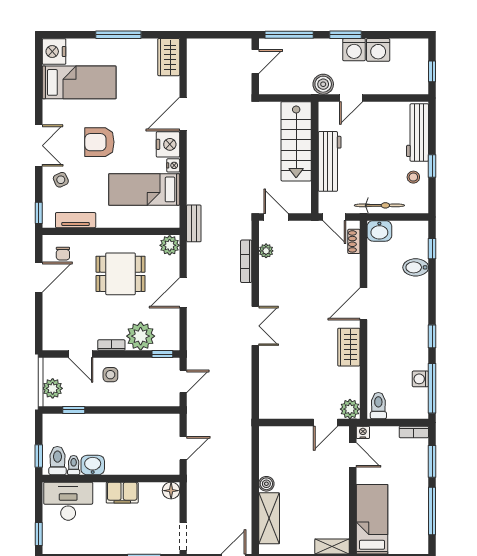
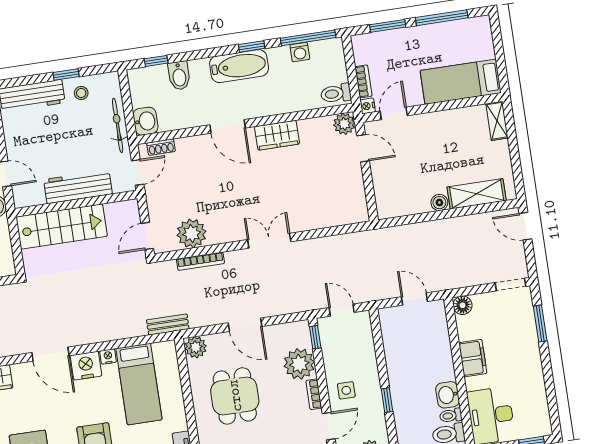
plant: (266, 251) -> (192, 233), width x1.88, depth x1.88
bathtub: (416, 322) -> (239, 66), added
window: (74, 410) -> (387, 400), moved
bookcase: (414, 432) -> (363, 81), moved

